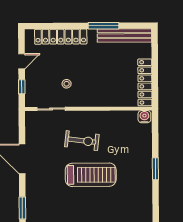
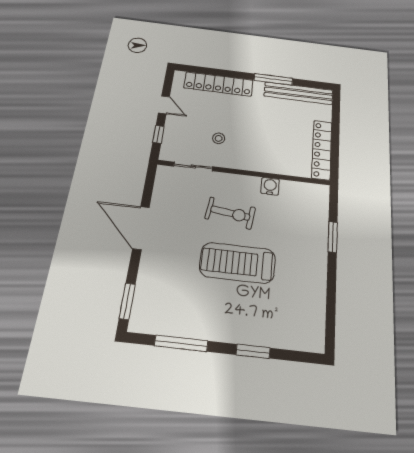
door: (22, 61) -> (164, 105), hinge flipped
water cooler: (144, 117) -> (270, 186), moved
window: (155, 169) -> (333, 237), moved
treadmill: (91, 175) -> (238, 263), turned 180

